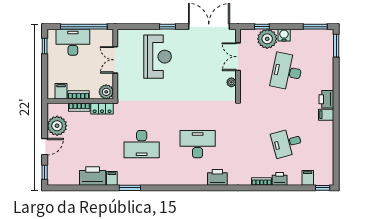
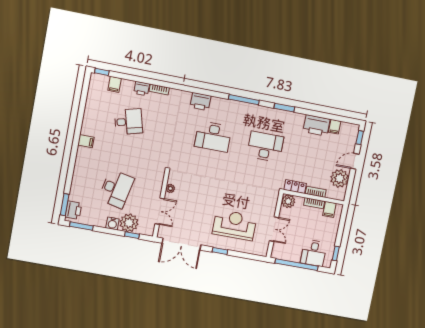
desk: (73, 42) -> (314, 253), width x0.73
reception desk: (158, 57) -> (235, 225), turned 90
printer: (326, 99) -> (73, 210), moved
filing cabinet: (112, 178) -> (335, 127), moved
window: (173, 188) -> (244, 100), added

